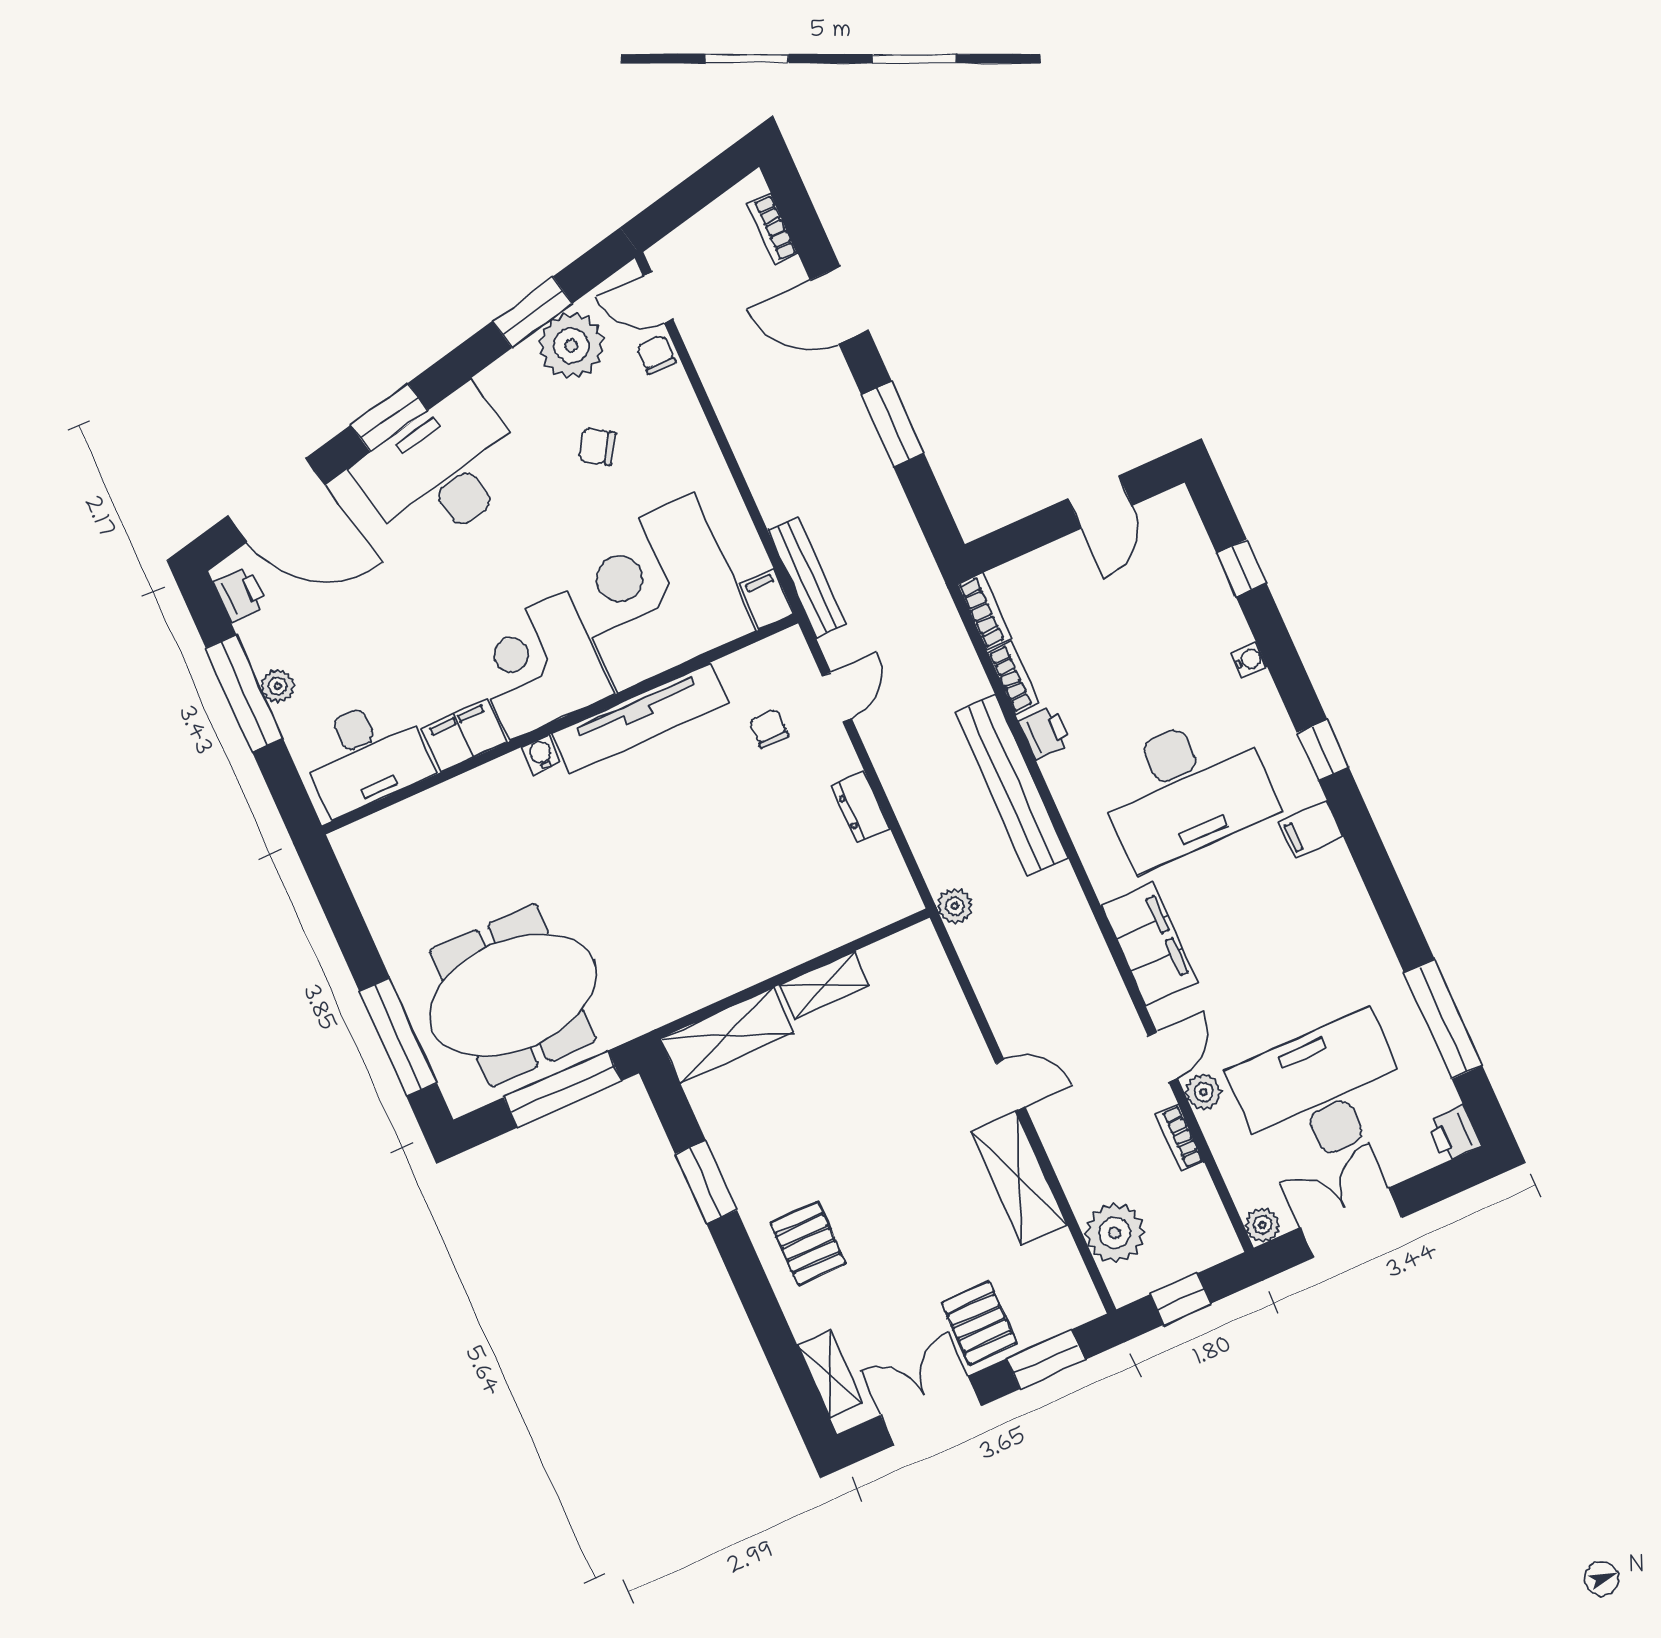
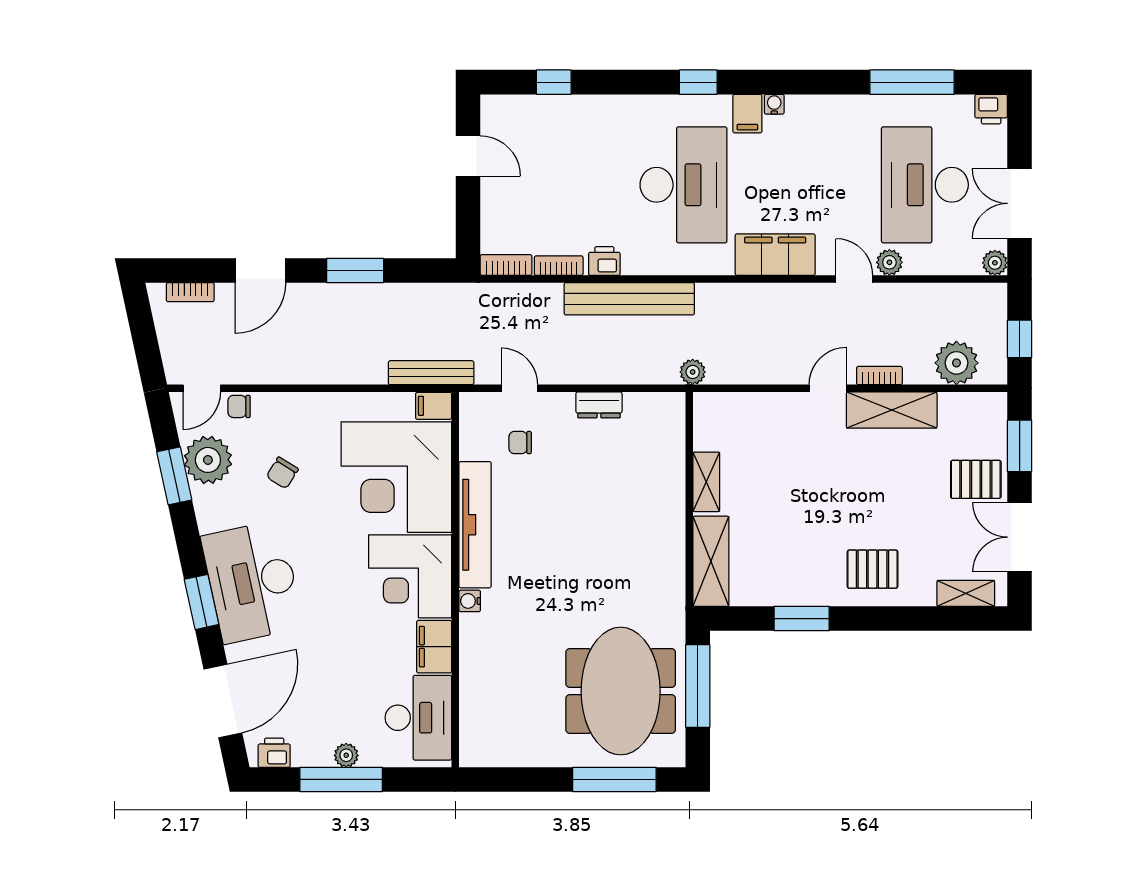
water cooler: (1249, 660) -> (774, 104), moved
bookcase: (1180, 1138) -> (879, 376), moved, turned 180

